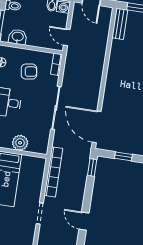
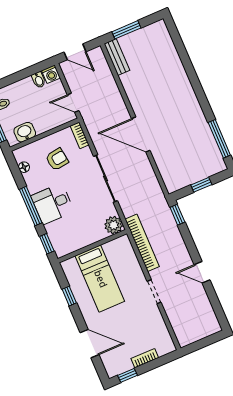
door: (97, 127) -> (141, 134), moved
plant: (20, 143) -> (114, 225), moved

